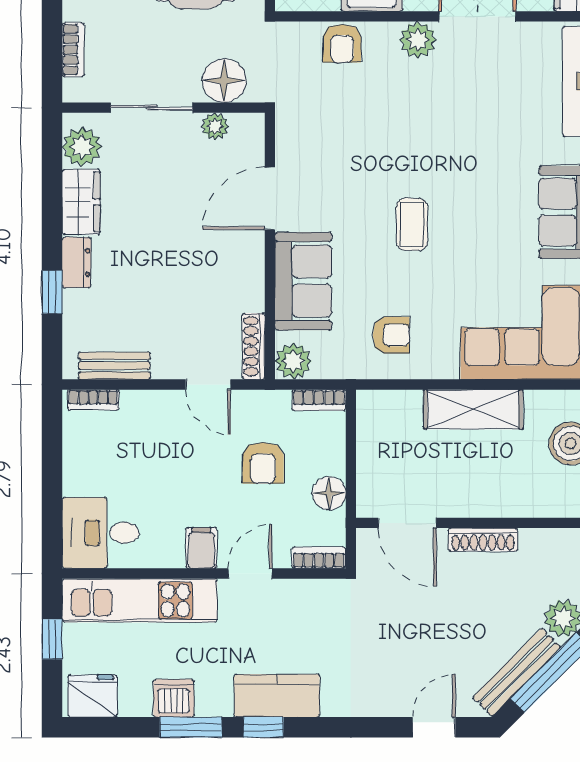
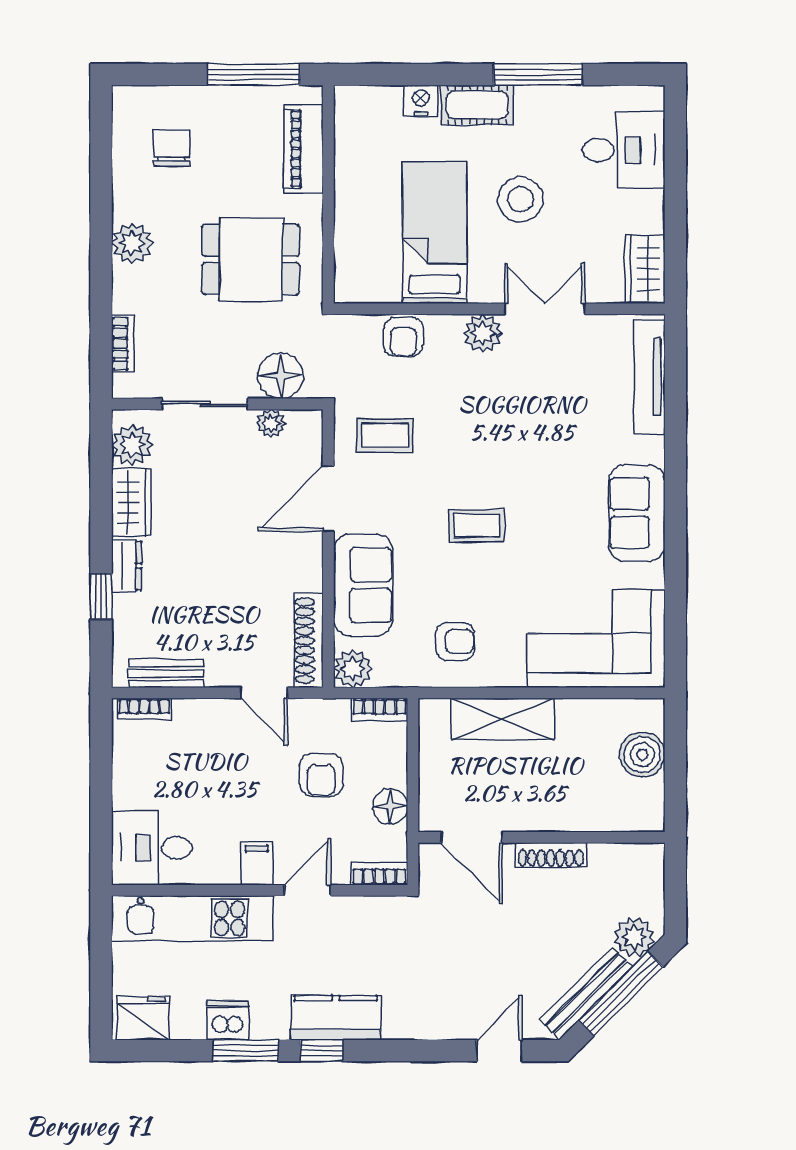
coffee table: (324, 138) -> (385, 436), added
coffee table: (412, 224) -> (477, 526), turned 90
shoe rack: (254, 346) -> (308, 641), width x1.36, depth x1.24
shelving: (473, 409) -> (503, 719), moved
window: (52, 639) -> (101, 959), removed

